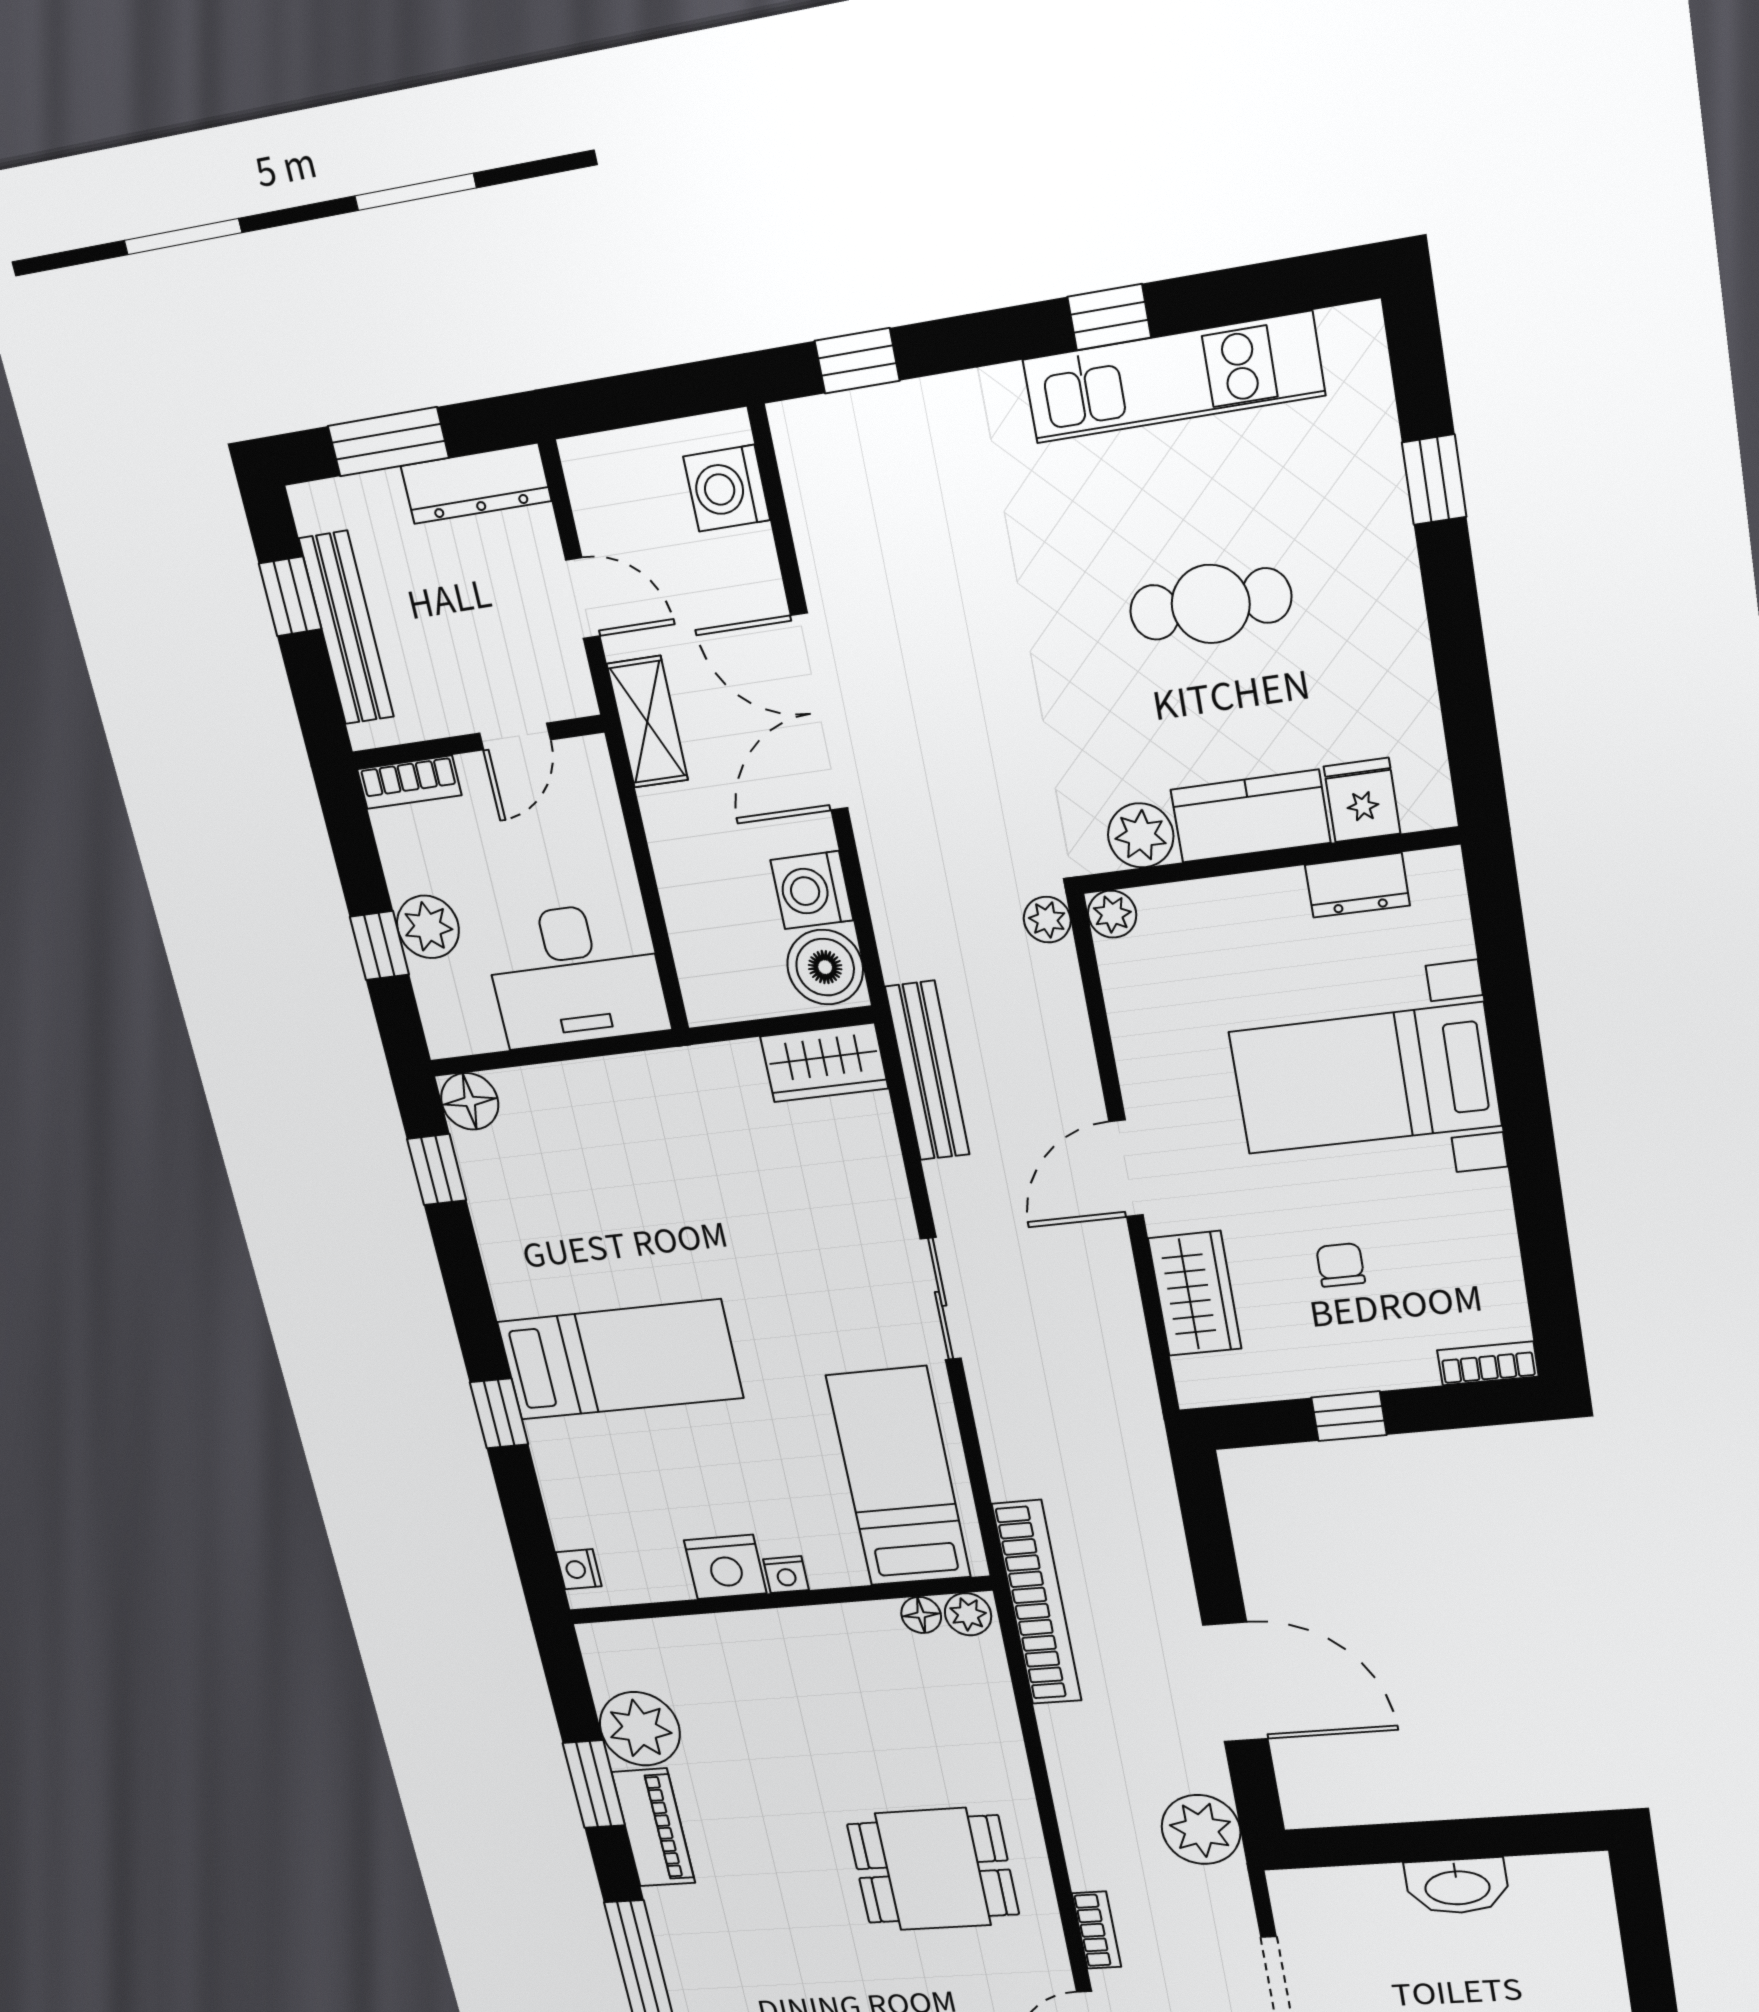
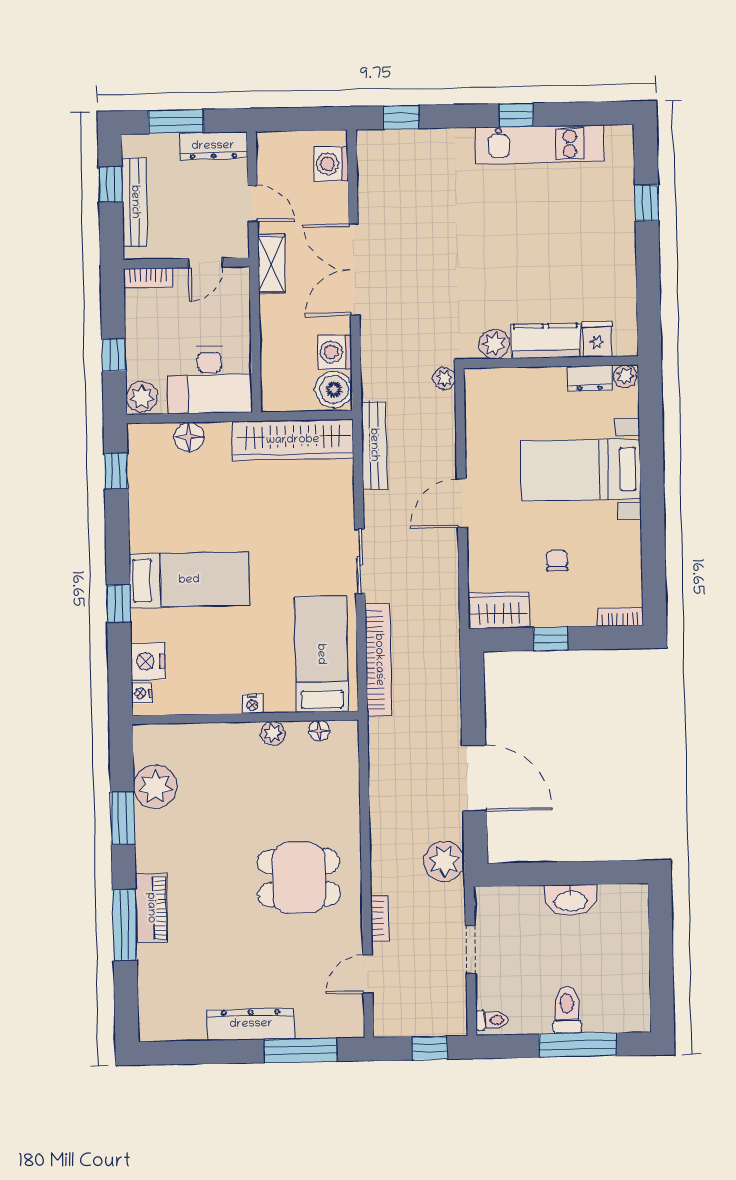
cafe table: (1211, 604) -> (542, 244), removed
plant: (1112, 914) -> (625, 376), moved
plant: (428, 927) -> (142, 397), moved
wardrobe: (824, 1063) -> (293, 440), width x2.10, depth x1.17
floor lamp: (470, 1101) -> (189, 437), moved
wardrobe: (1195, 1294) -> (499, 611), moved, turned -90
nightstand: (725, 1567) -> (148, 661), moved, turned 90
bookcase: (1037, 1603) -> (379, 660), moved
plant: (968, 1614) -> (273, 733), moved
piano: (653, 1828) -> (151, 908), moved

